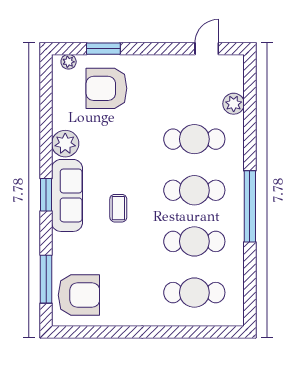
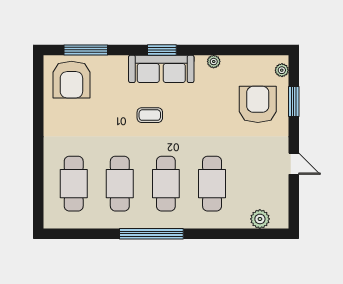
door: (207, 49) -> (294, 164), moved
plant: (234, 104) -> (260, 219), moved
plant: (65, 144) -> (214, 62), width x0.53, depth x0.53

